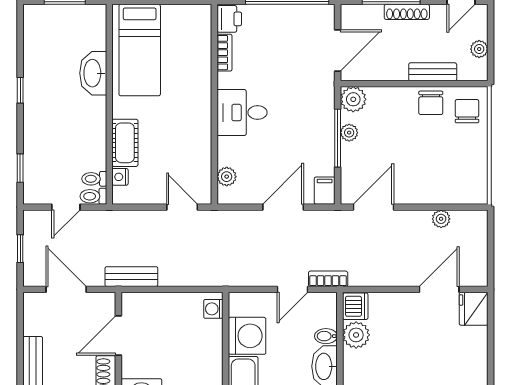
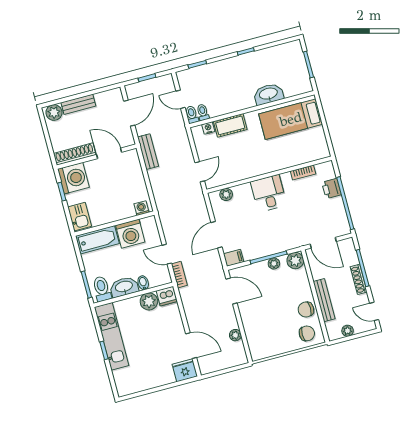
printer: (229, 19) -> (331, 189), moved, turned 90
bench: (433, 72) -> (324, 300), width x1.36
door: (283, 207) -> (217, 235), swing flipped

